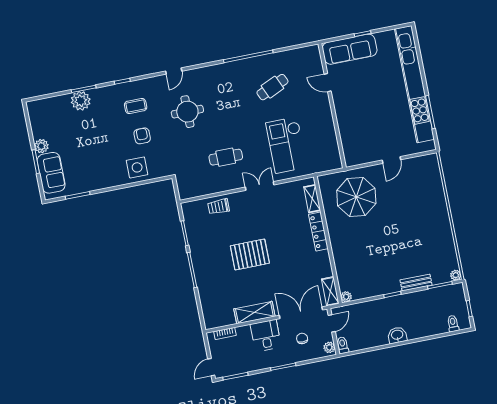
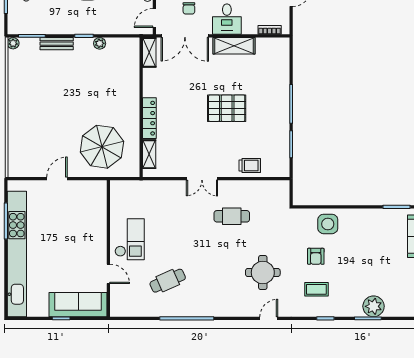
checkout: (286, 145) -> (130, 239), moved, width x0.73, depth x0.83
plant: (346, 297) -> (100, 43), moved

